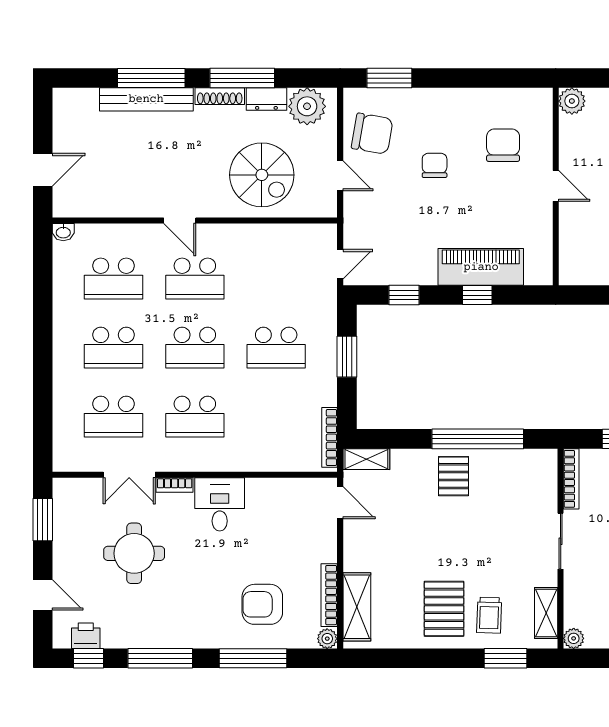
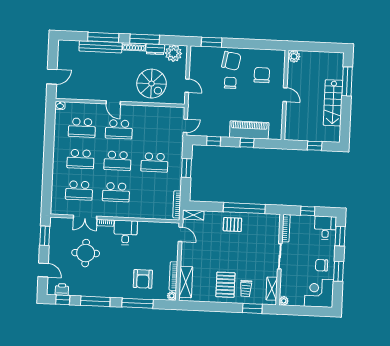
chair: (372, 134) -> (231, 61), moved
pallet: (454, 476) -> (232, 224), turned 90
armchair: (262, 604) -> (143, 279), turned -90

